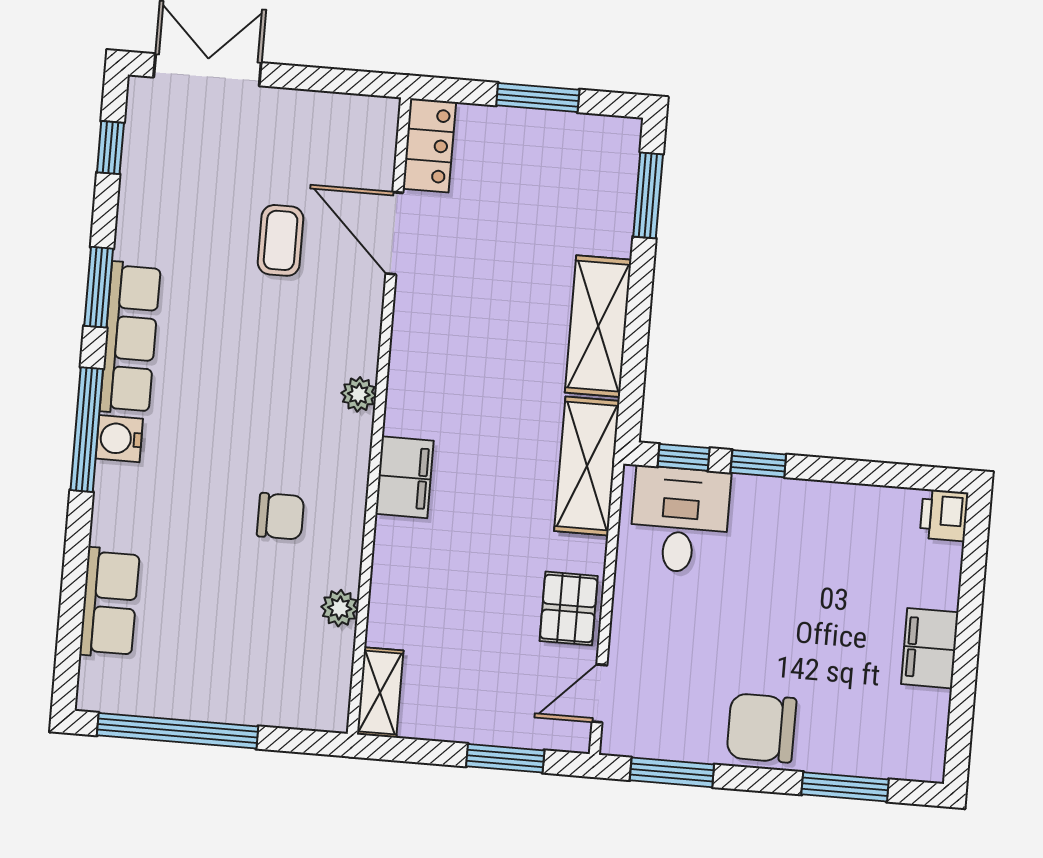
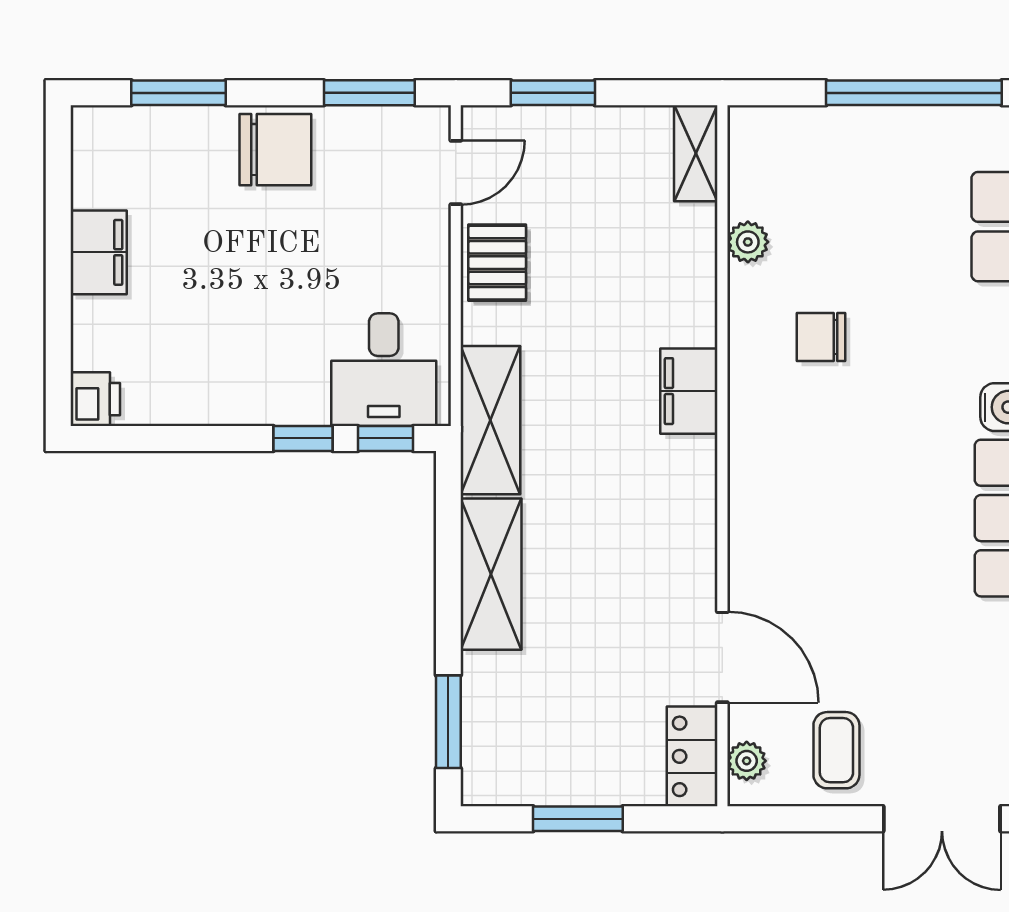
coffee table: (281, 240) -> (836, 750), moved
plant: (359, 394) -> (747, 761), moved

